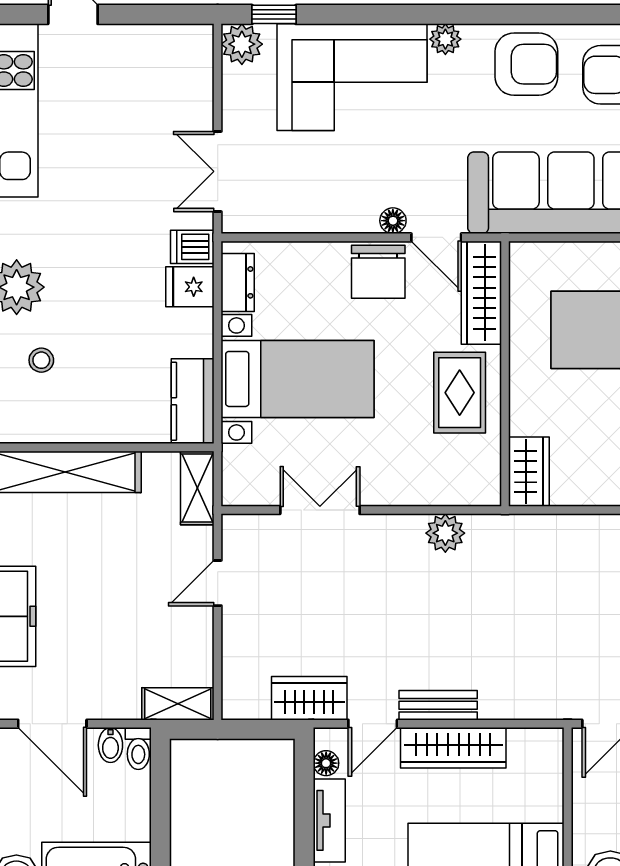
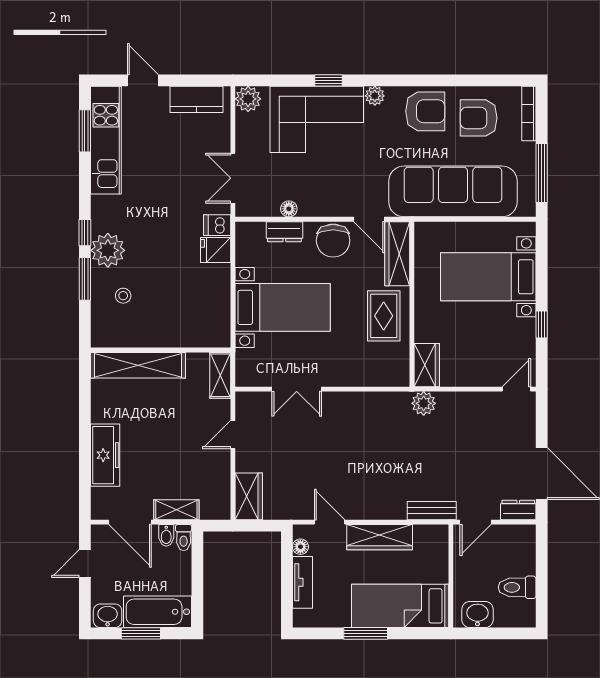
window: (274, 14) -> (328, 80), moved
floor lamp: (393, 221) -> (289, 209), moved
dresser: (238, 282) -> (284, 232), moved, turned 90
kitchen counter: (193, 401) -> (197, 99), moved, turned -90
double door: (320, 510) -> (297, 389), swing flipped
plant: (445, 533) -> (424, 403), moved
wardrobe: (309, 698) -> (249, 496), moved, turned 90
shelving: (178, 704) -> (176, 510), moved
bench: (438, 705) -> (432, 511), moved
door: (373, 724) -> (330, 522), swing flipped

